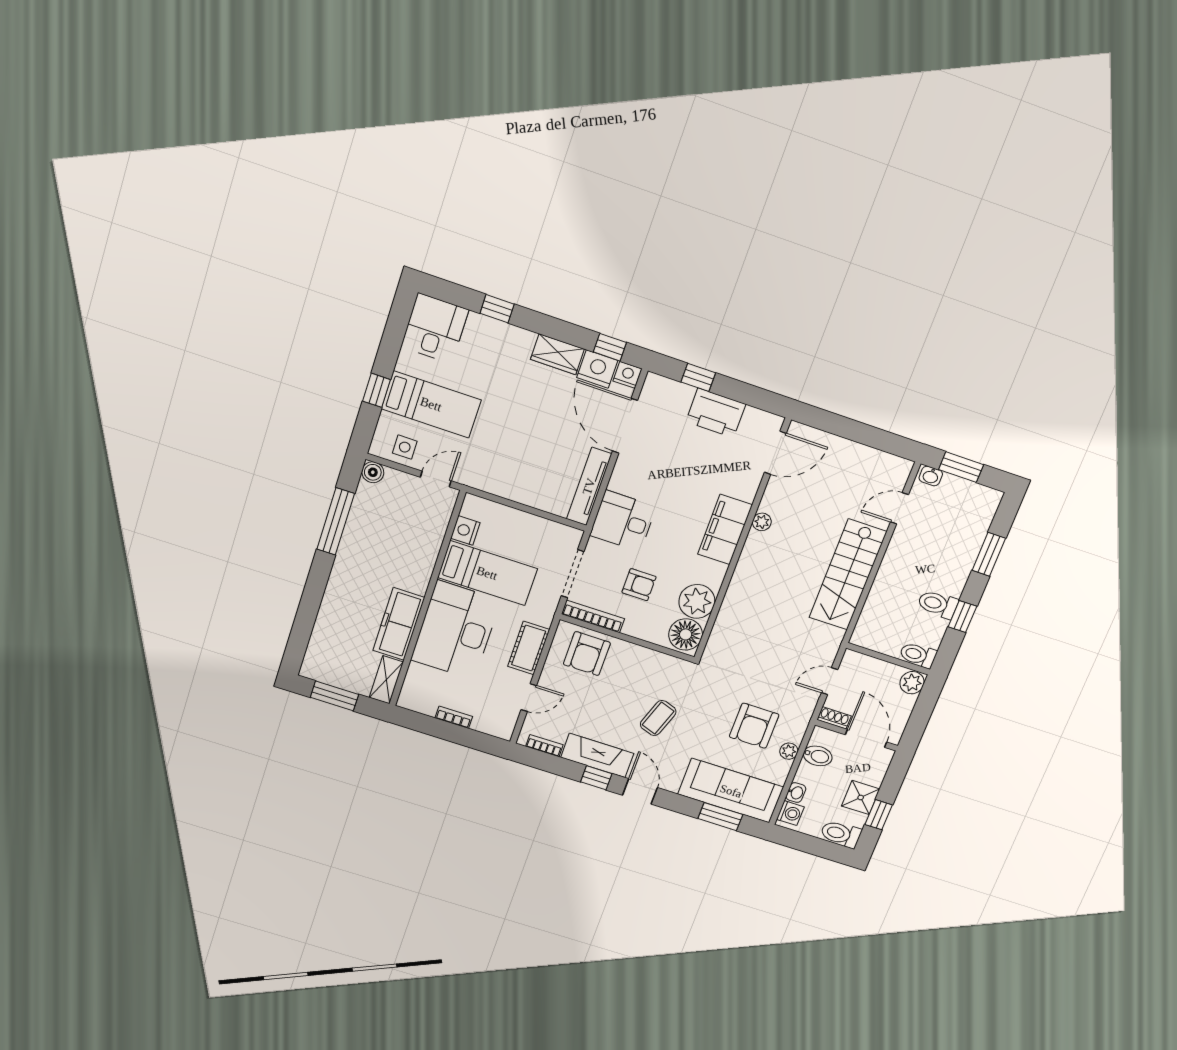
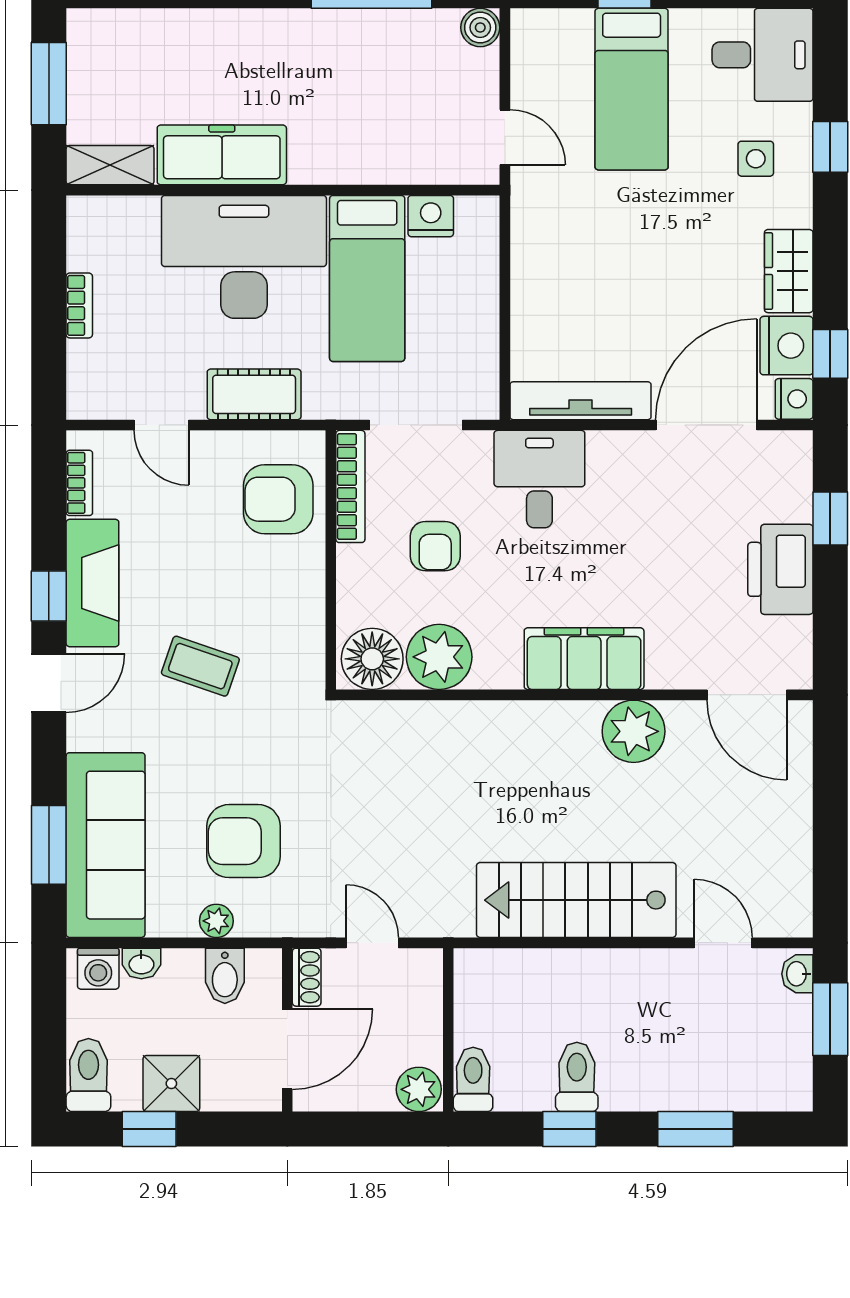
side table: (405, 447) -> (756, 159), moved
plant: (762, 522) -> (634, 731), width x1.87, depth x1.87

